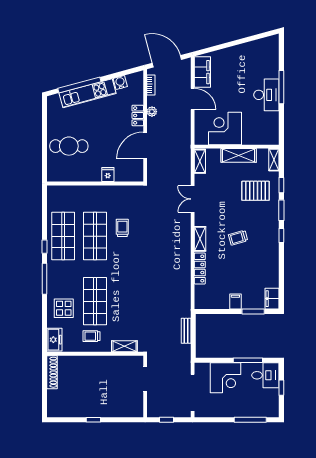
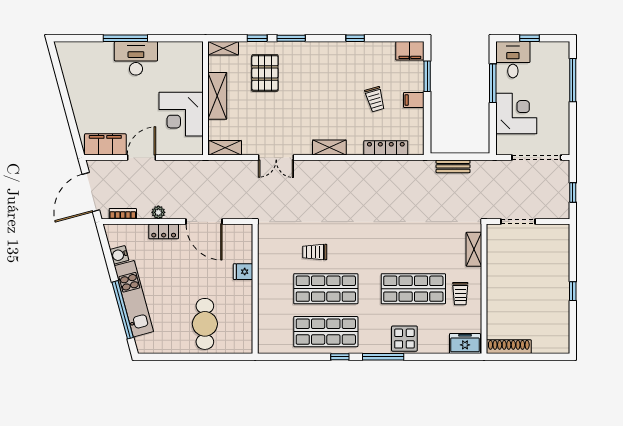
window: (281, 235) -> (355, 38), moved
trolley: (238, 238) -> (375, 99), moved
locker: (200, 269) -> (386, 148), moved
display table: (64, 308) -> (404, 339), moved

